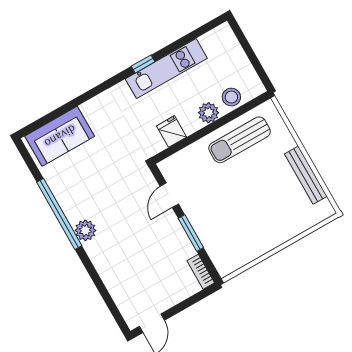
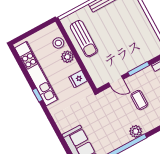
kitchen unit: (166, 69) -> (36, 74), width x1.36
coffee table: (138, 235) -> (139, 100), added

